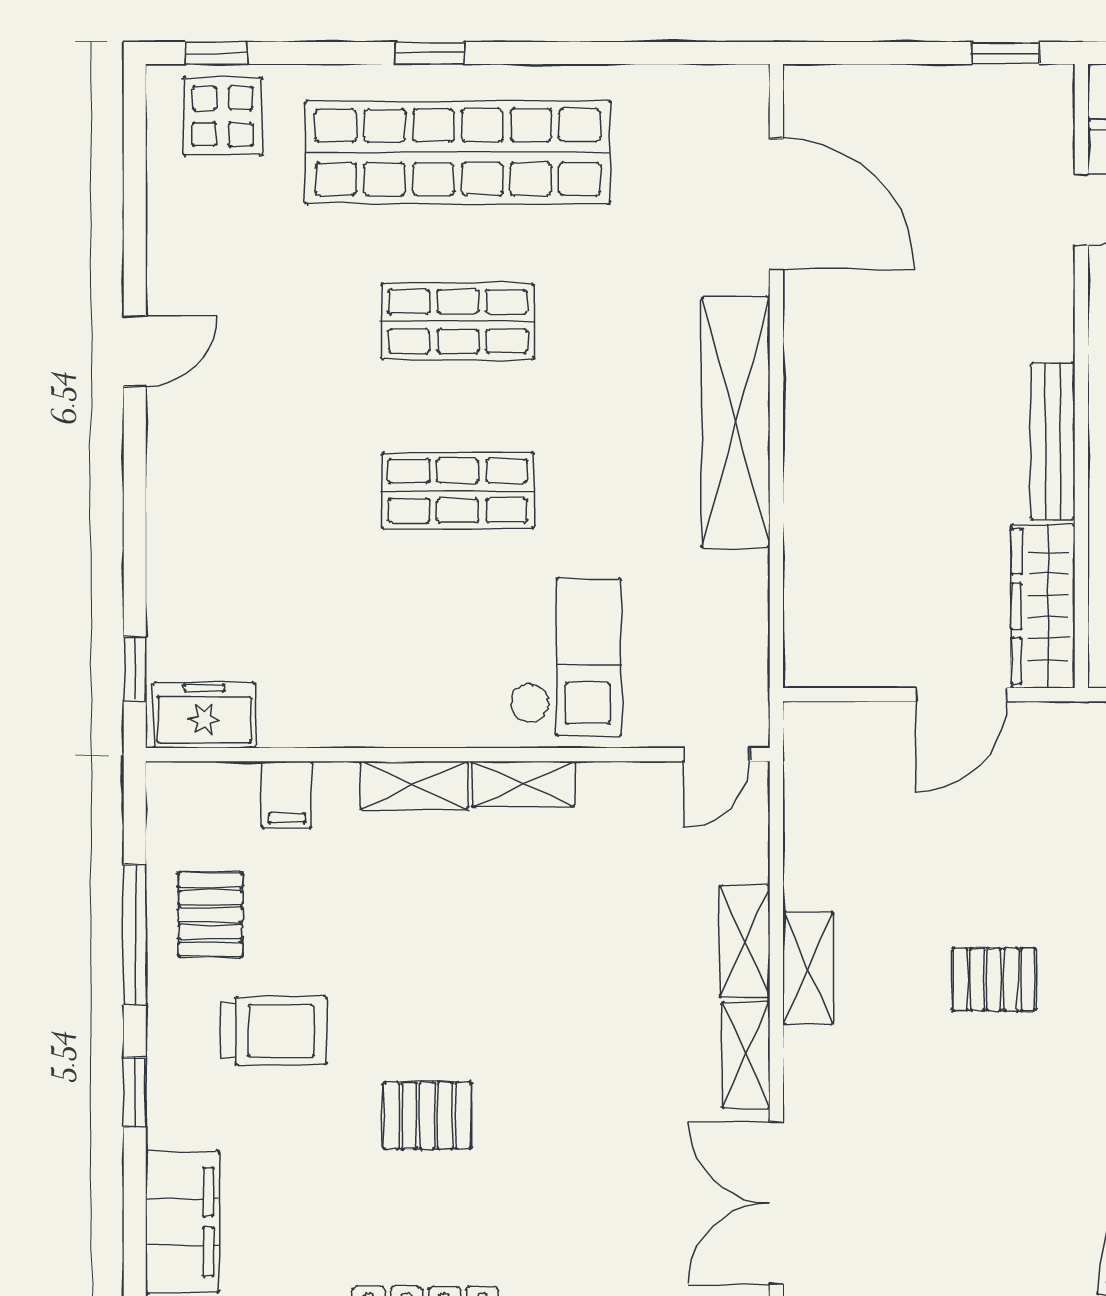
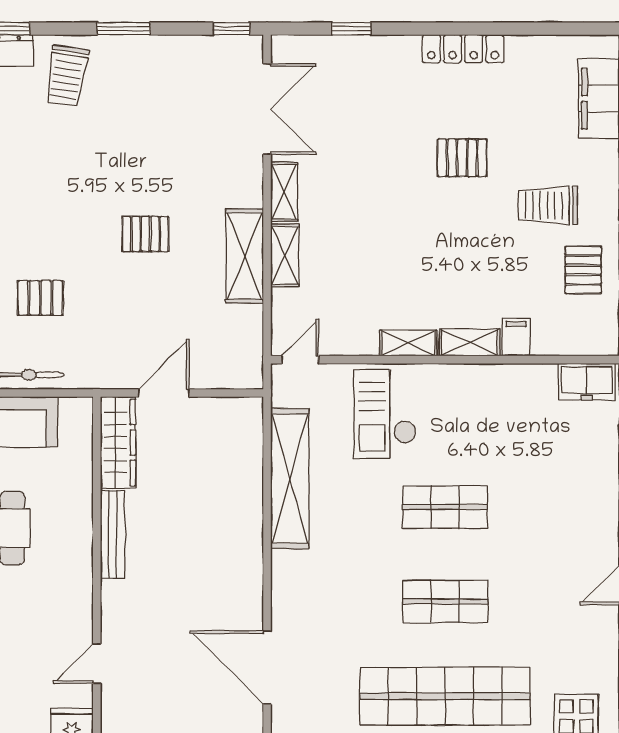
shelving: (736, 422) -> (290, 479), moved
filing cabinet: (287, 795) -> (516, 337), moved
shelving: (808, 968) -> (245, 256), width x1.50, depth x1.33

